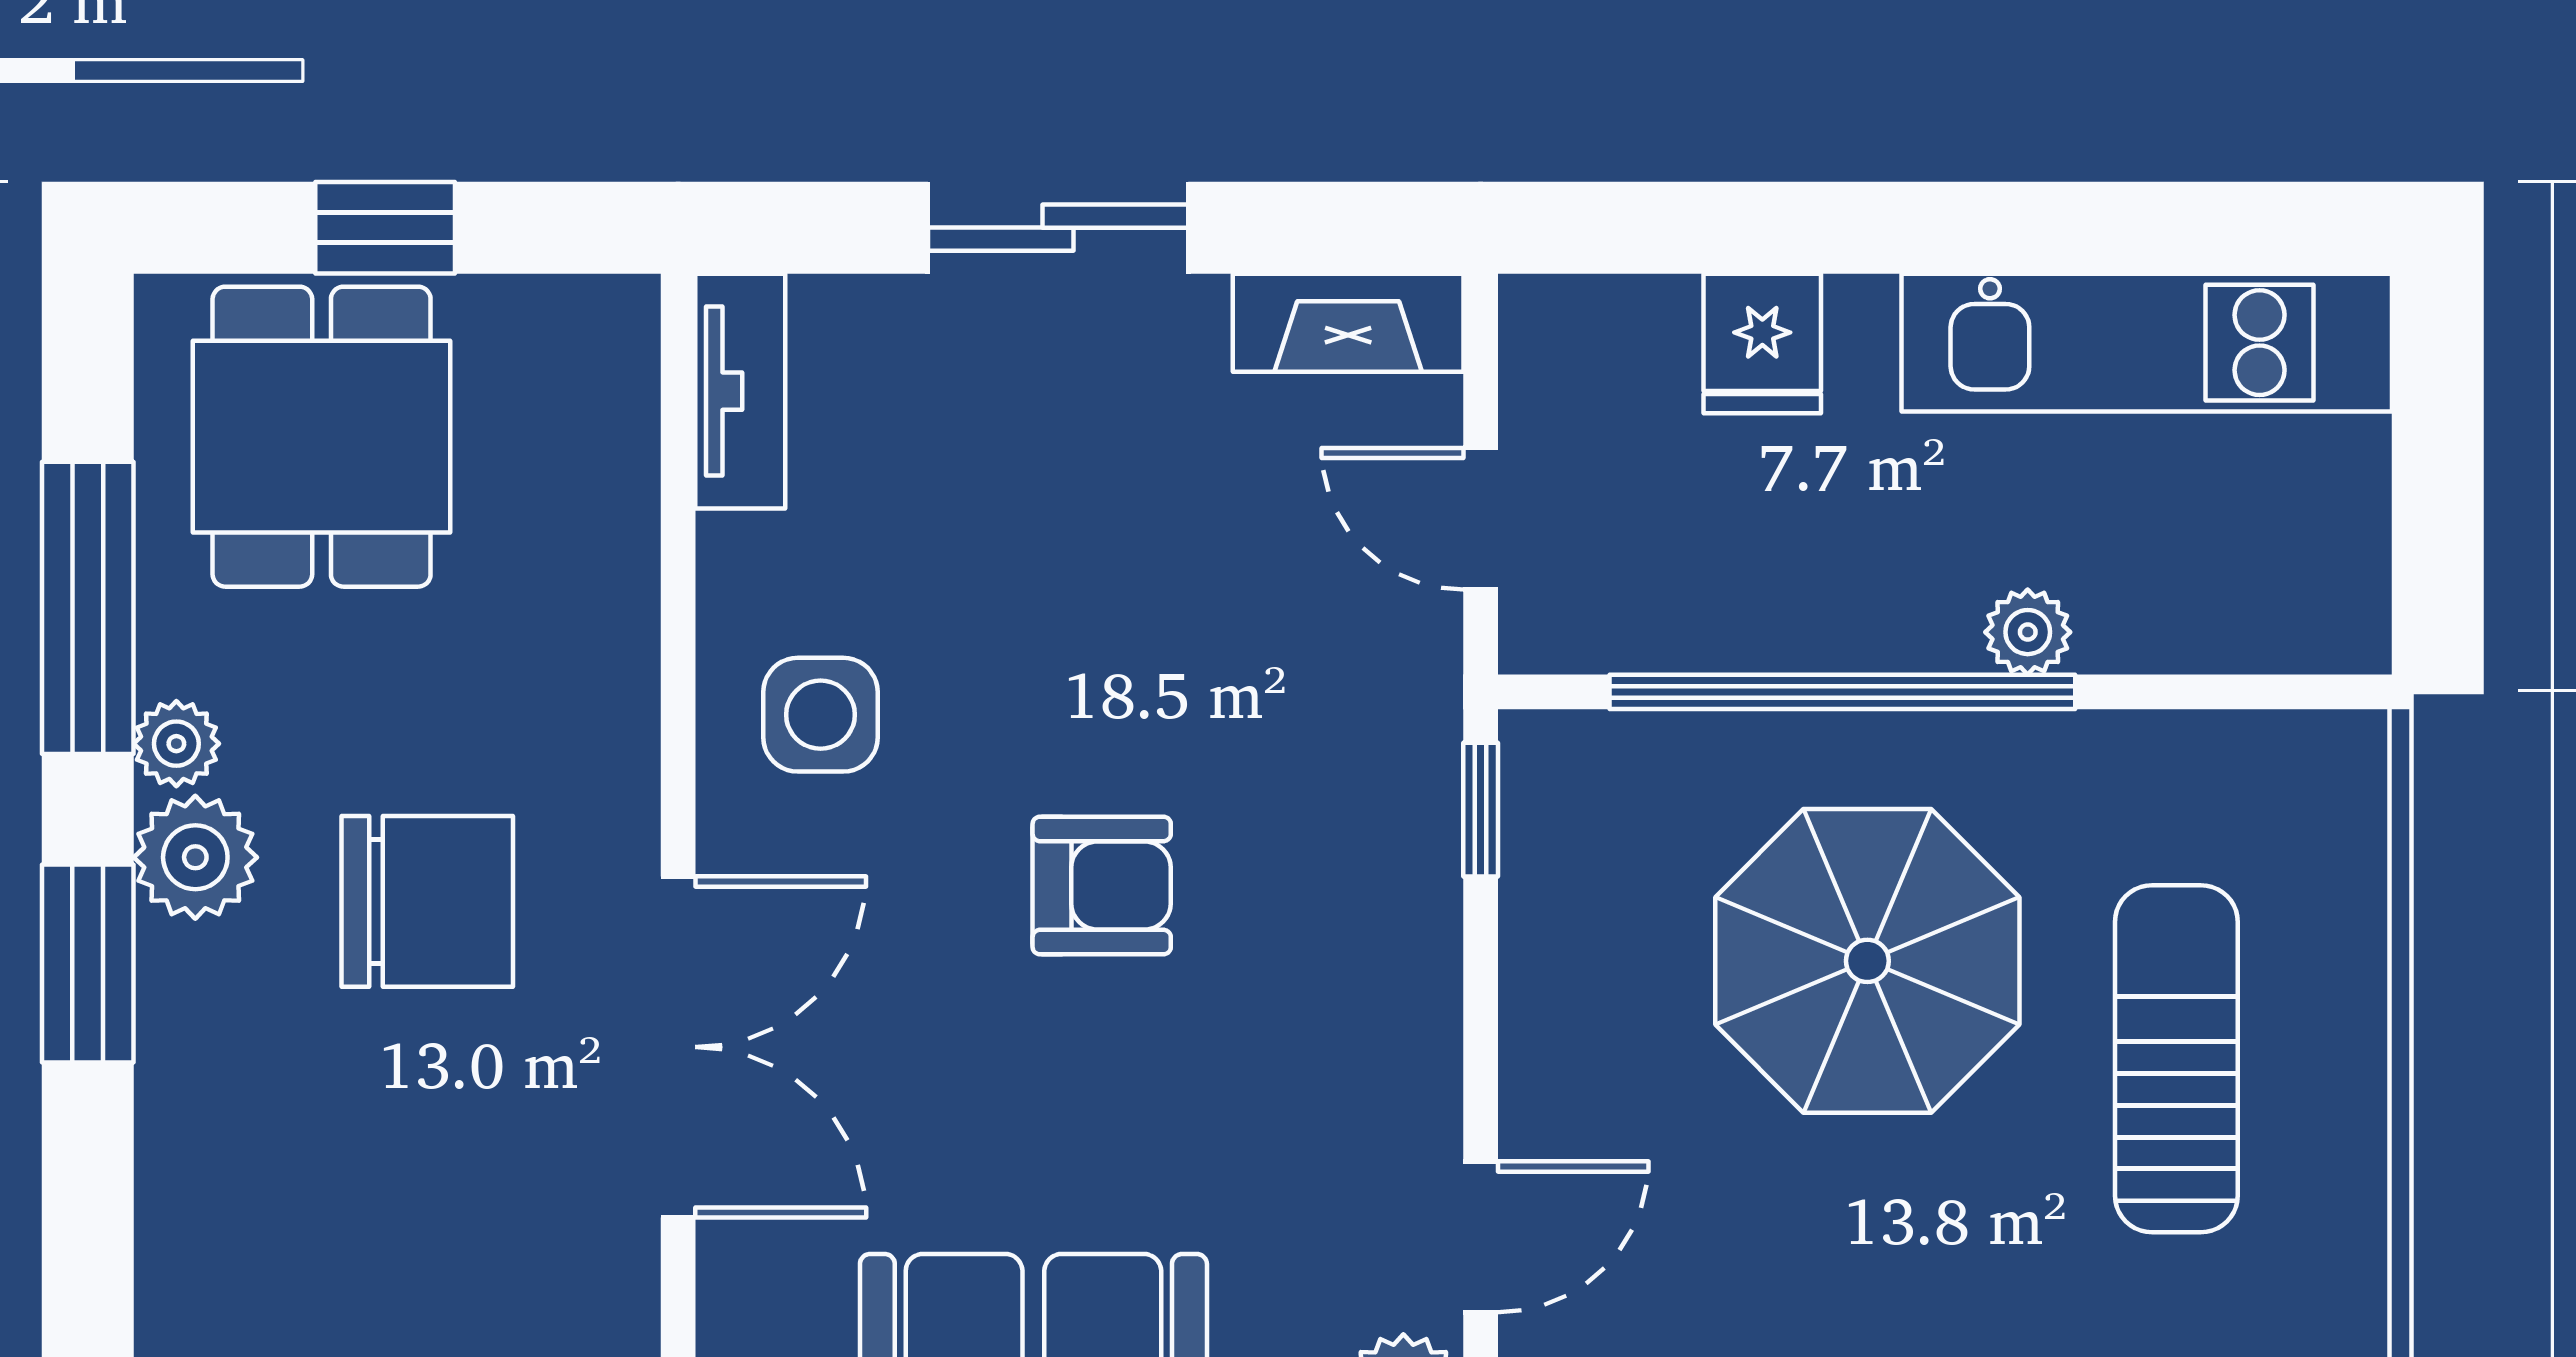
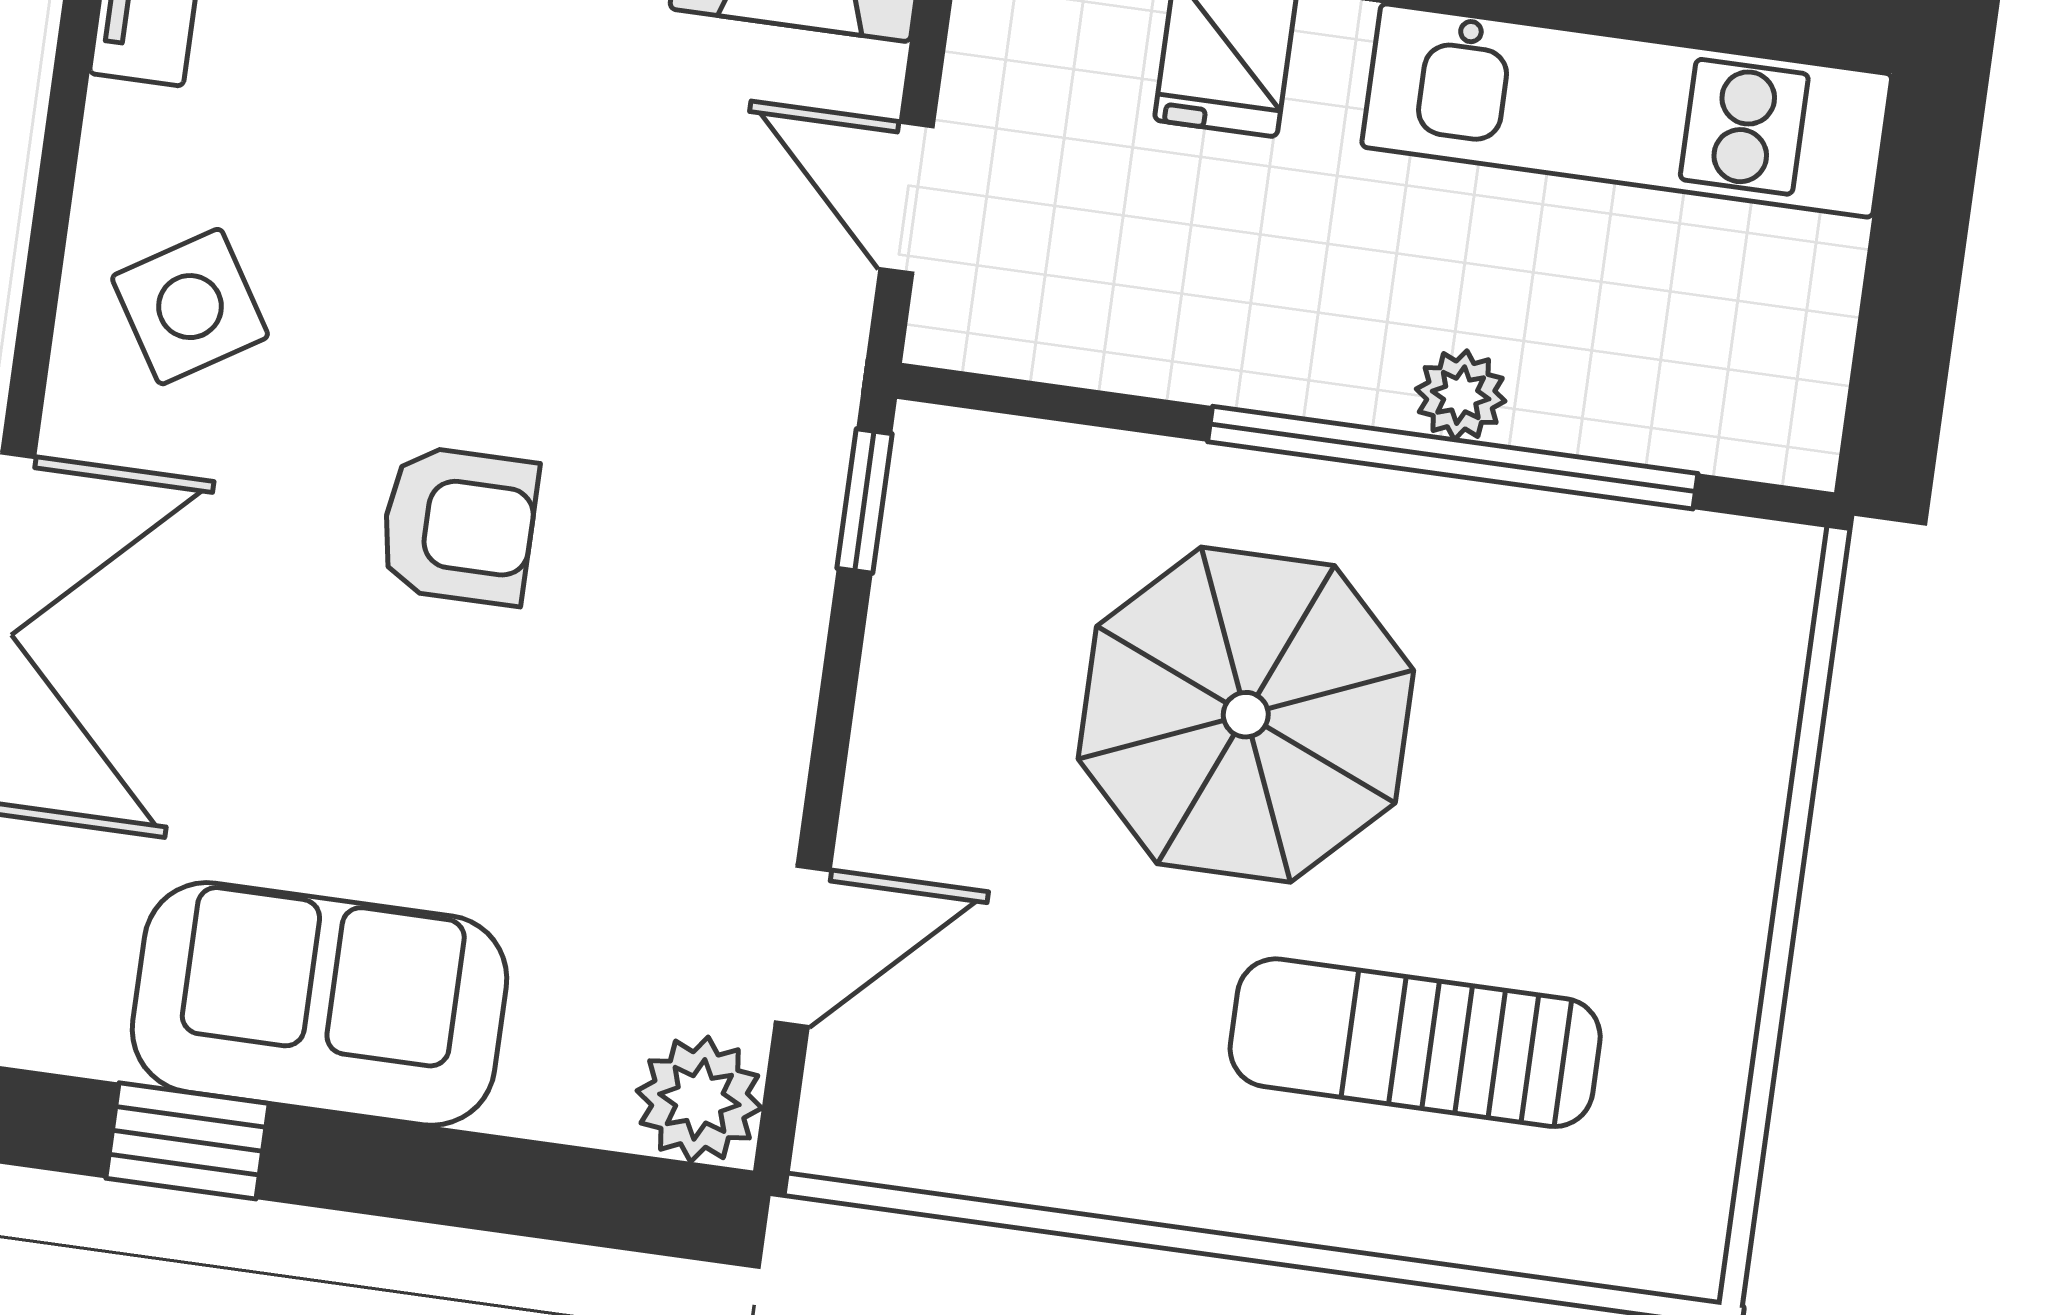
window: (1842, 692) -> (1453, 458), moved
side table: (821, 715) -> (190, 307), turned -32
sun lounger: (2176, 1059) -> (1415, 1043), moved, turned -90

